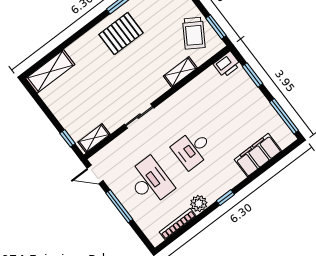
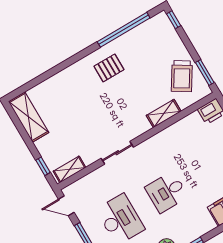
pallet: (121, 34) -> (109, 68), width x0.67, depth x0.71
shelving: (50, 71) -> (29, 117), moved, turned 90

